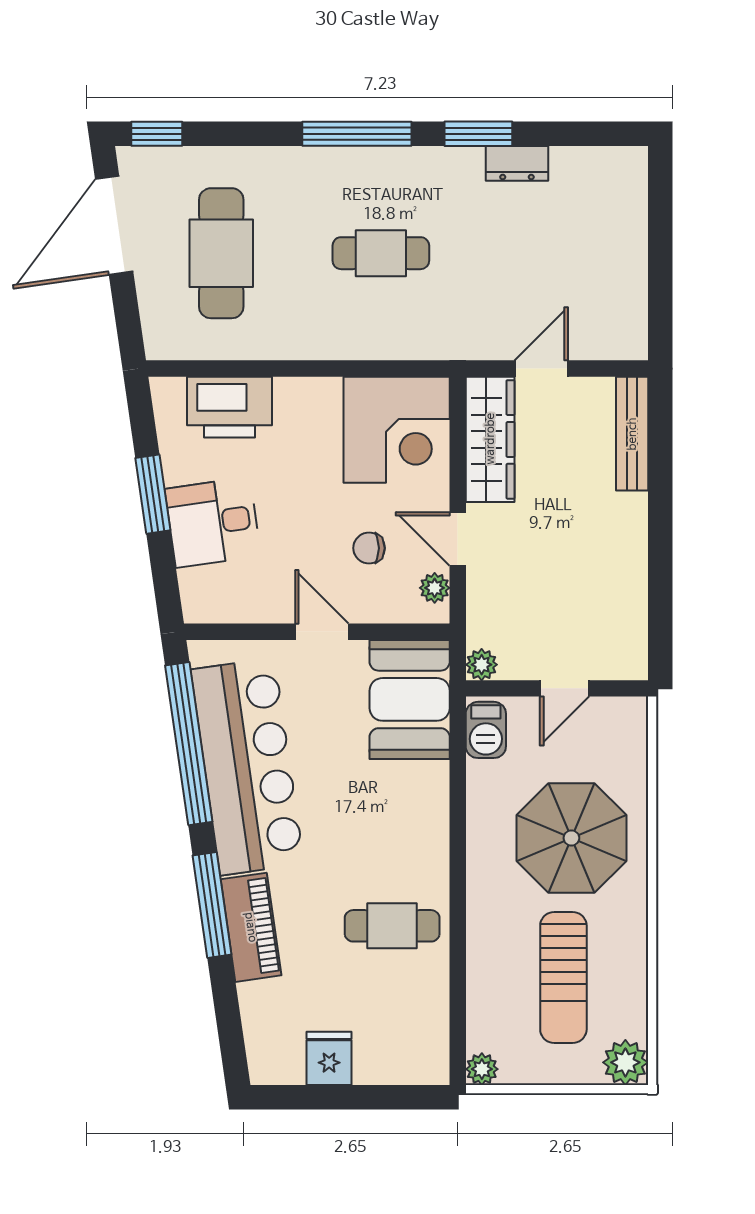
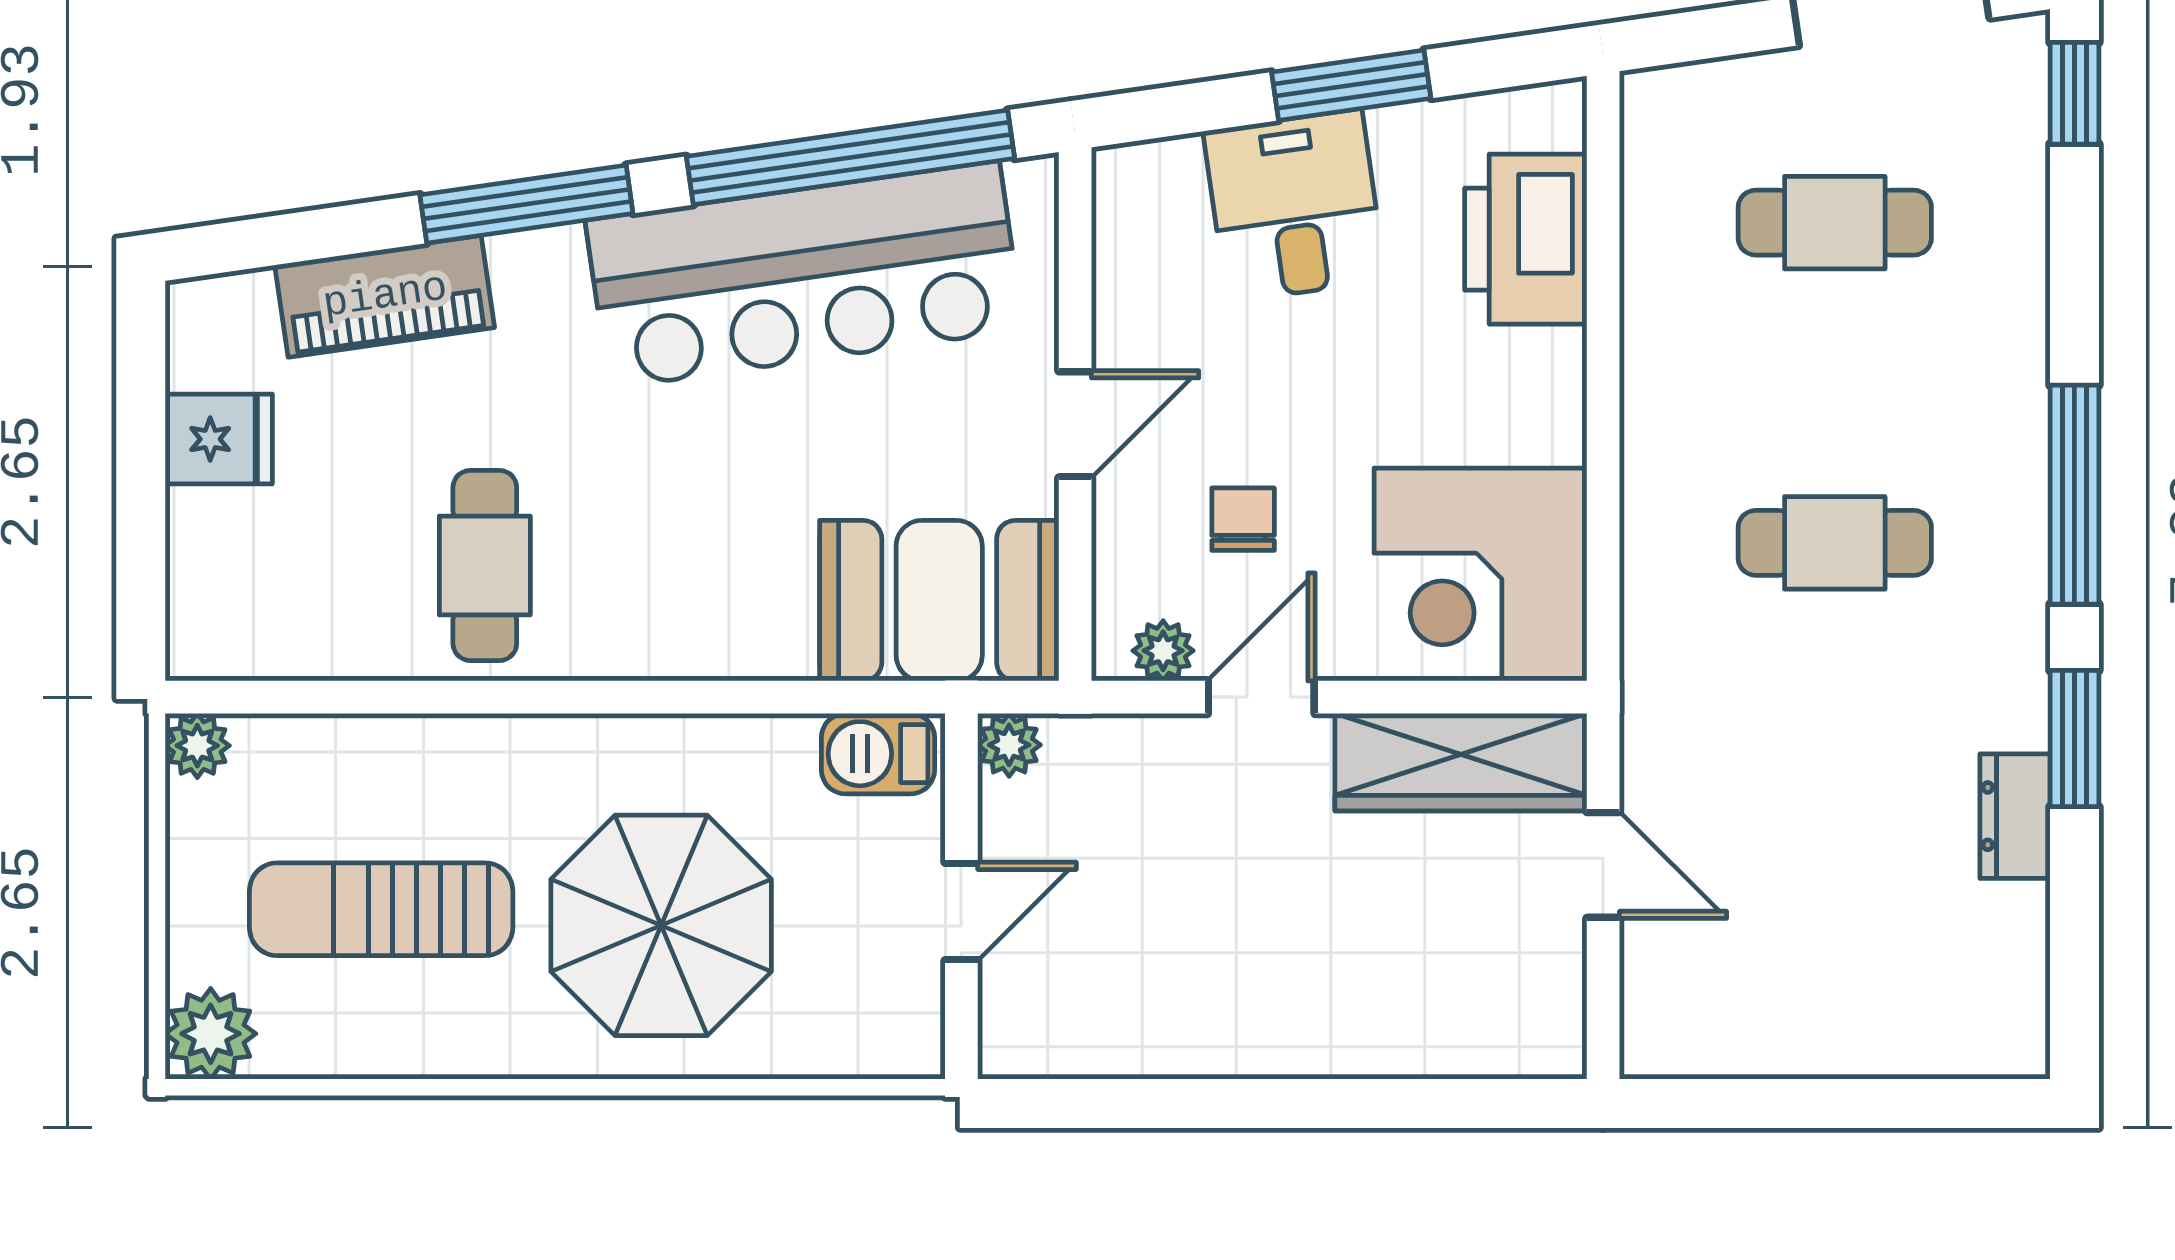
cafe table: (221, 253) -> (1835, 223), width x0.73, depth x0.74
cafe table: (381, 253) -> (1835, 543), turned 90
bench: (632, 434) -> (1473, 1047), removed
door: (565, 688) -> (961, 912), swing flipped
piano: (251, 927) -> (385, 296), moved

